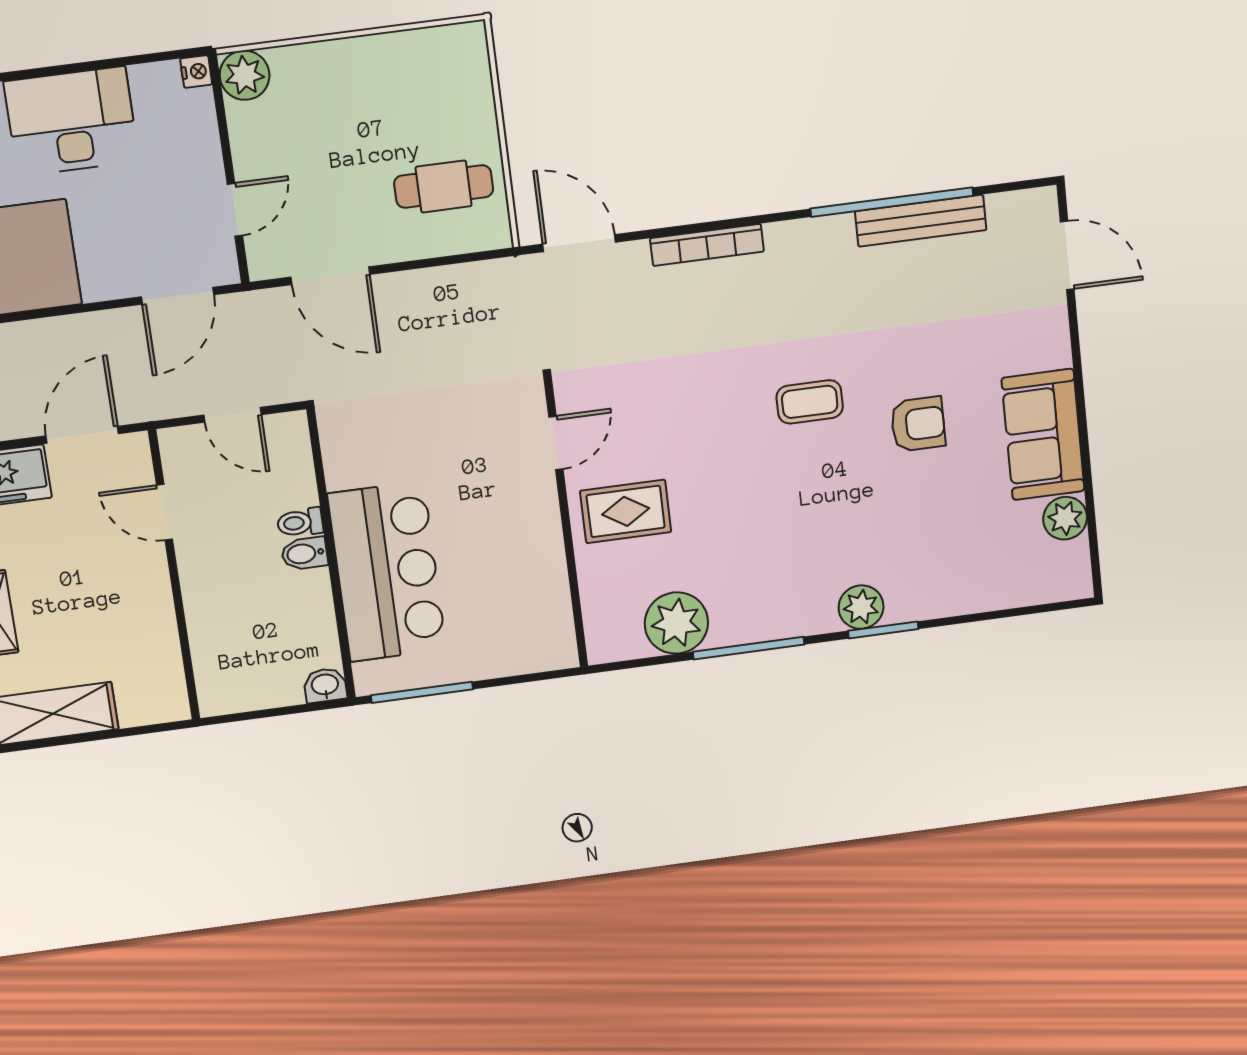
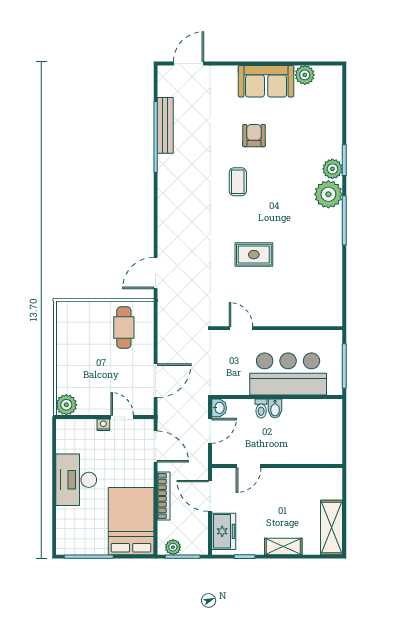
nightstand: (196, 71) -> (103, 425), moved
bookcase: (707, 245) -> (164, 496), moved
door: (556, 443) -> (241, 328), moved
rug: (626, 511) -> (254, 255), moved, turned 90
wall: (566, 523) -> (277, 328), moved
plant: (676, 623) -> (328, 194), moved
washbasin: (325, 685) -> (219, 408), moved, turned 180

